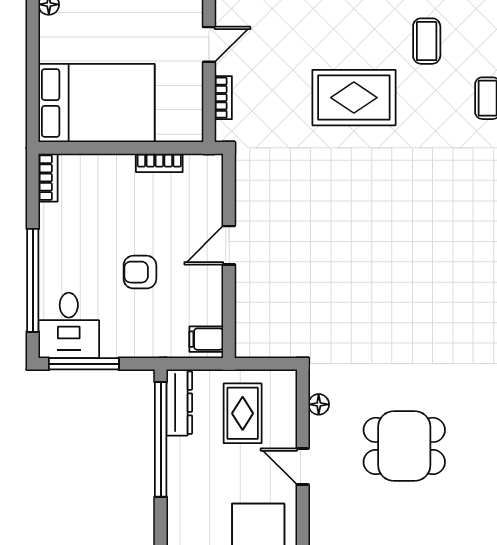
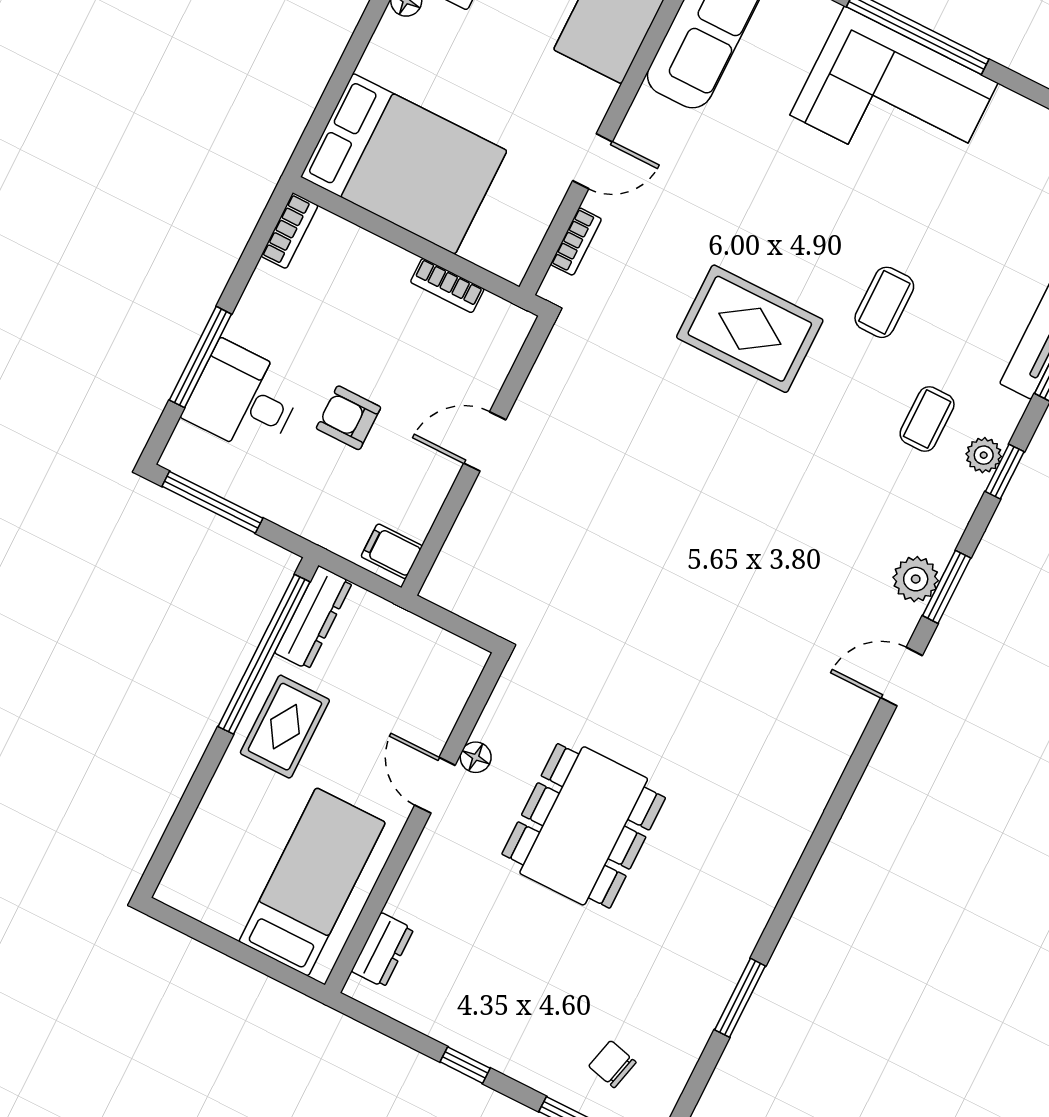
window: (33, 280) -> (200, 357), width x0.68
desk: (69, 325) -> (243, 399), moved, turned 90
floor lamp: (319, 404) -> (476, 757), moved
rug: (243, 413) -> (285, 727), moved
dining table: (404, 446) -> (584, 826), width x1.38

